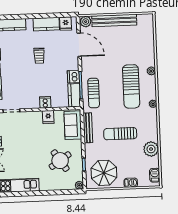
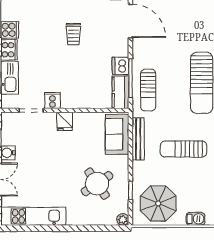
cooker: (45, 102) -> (52, 101), moved
fridge: (48, 117) -> (65, 121), moved

